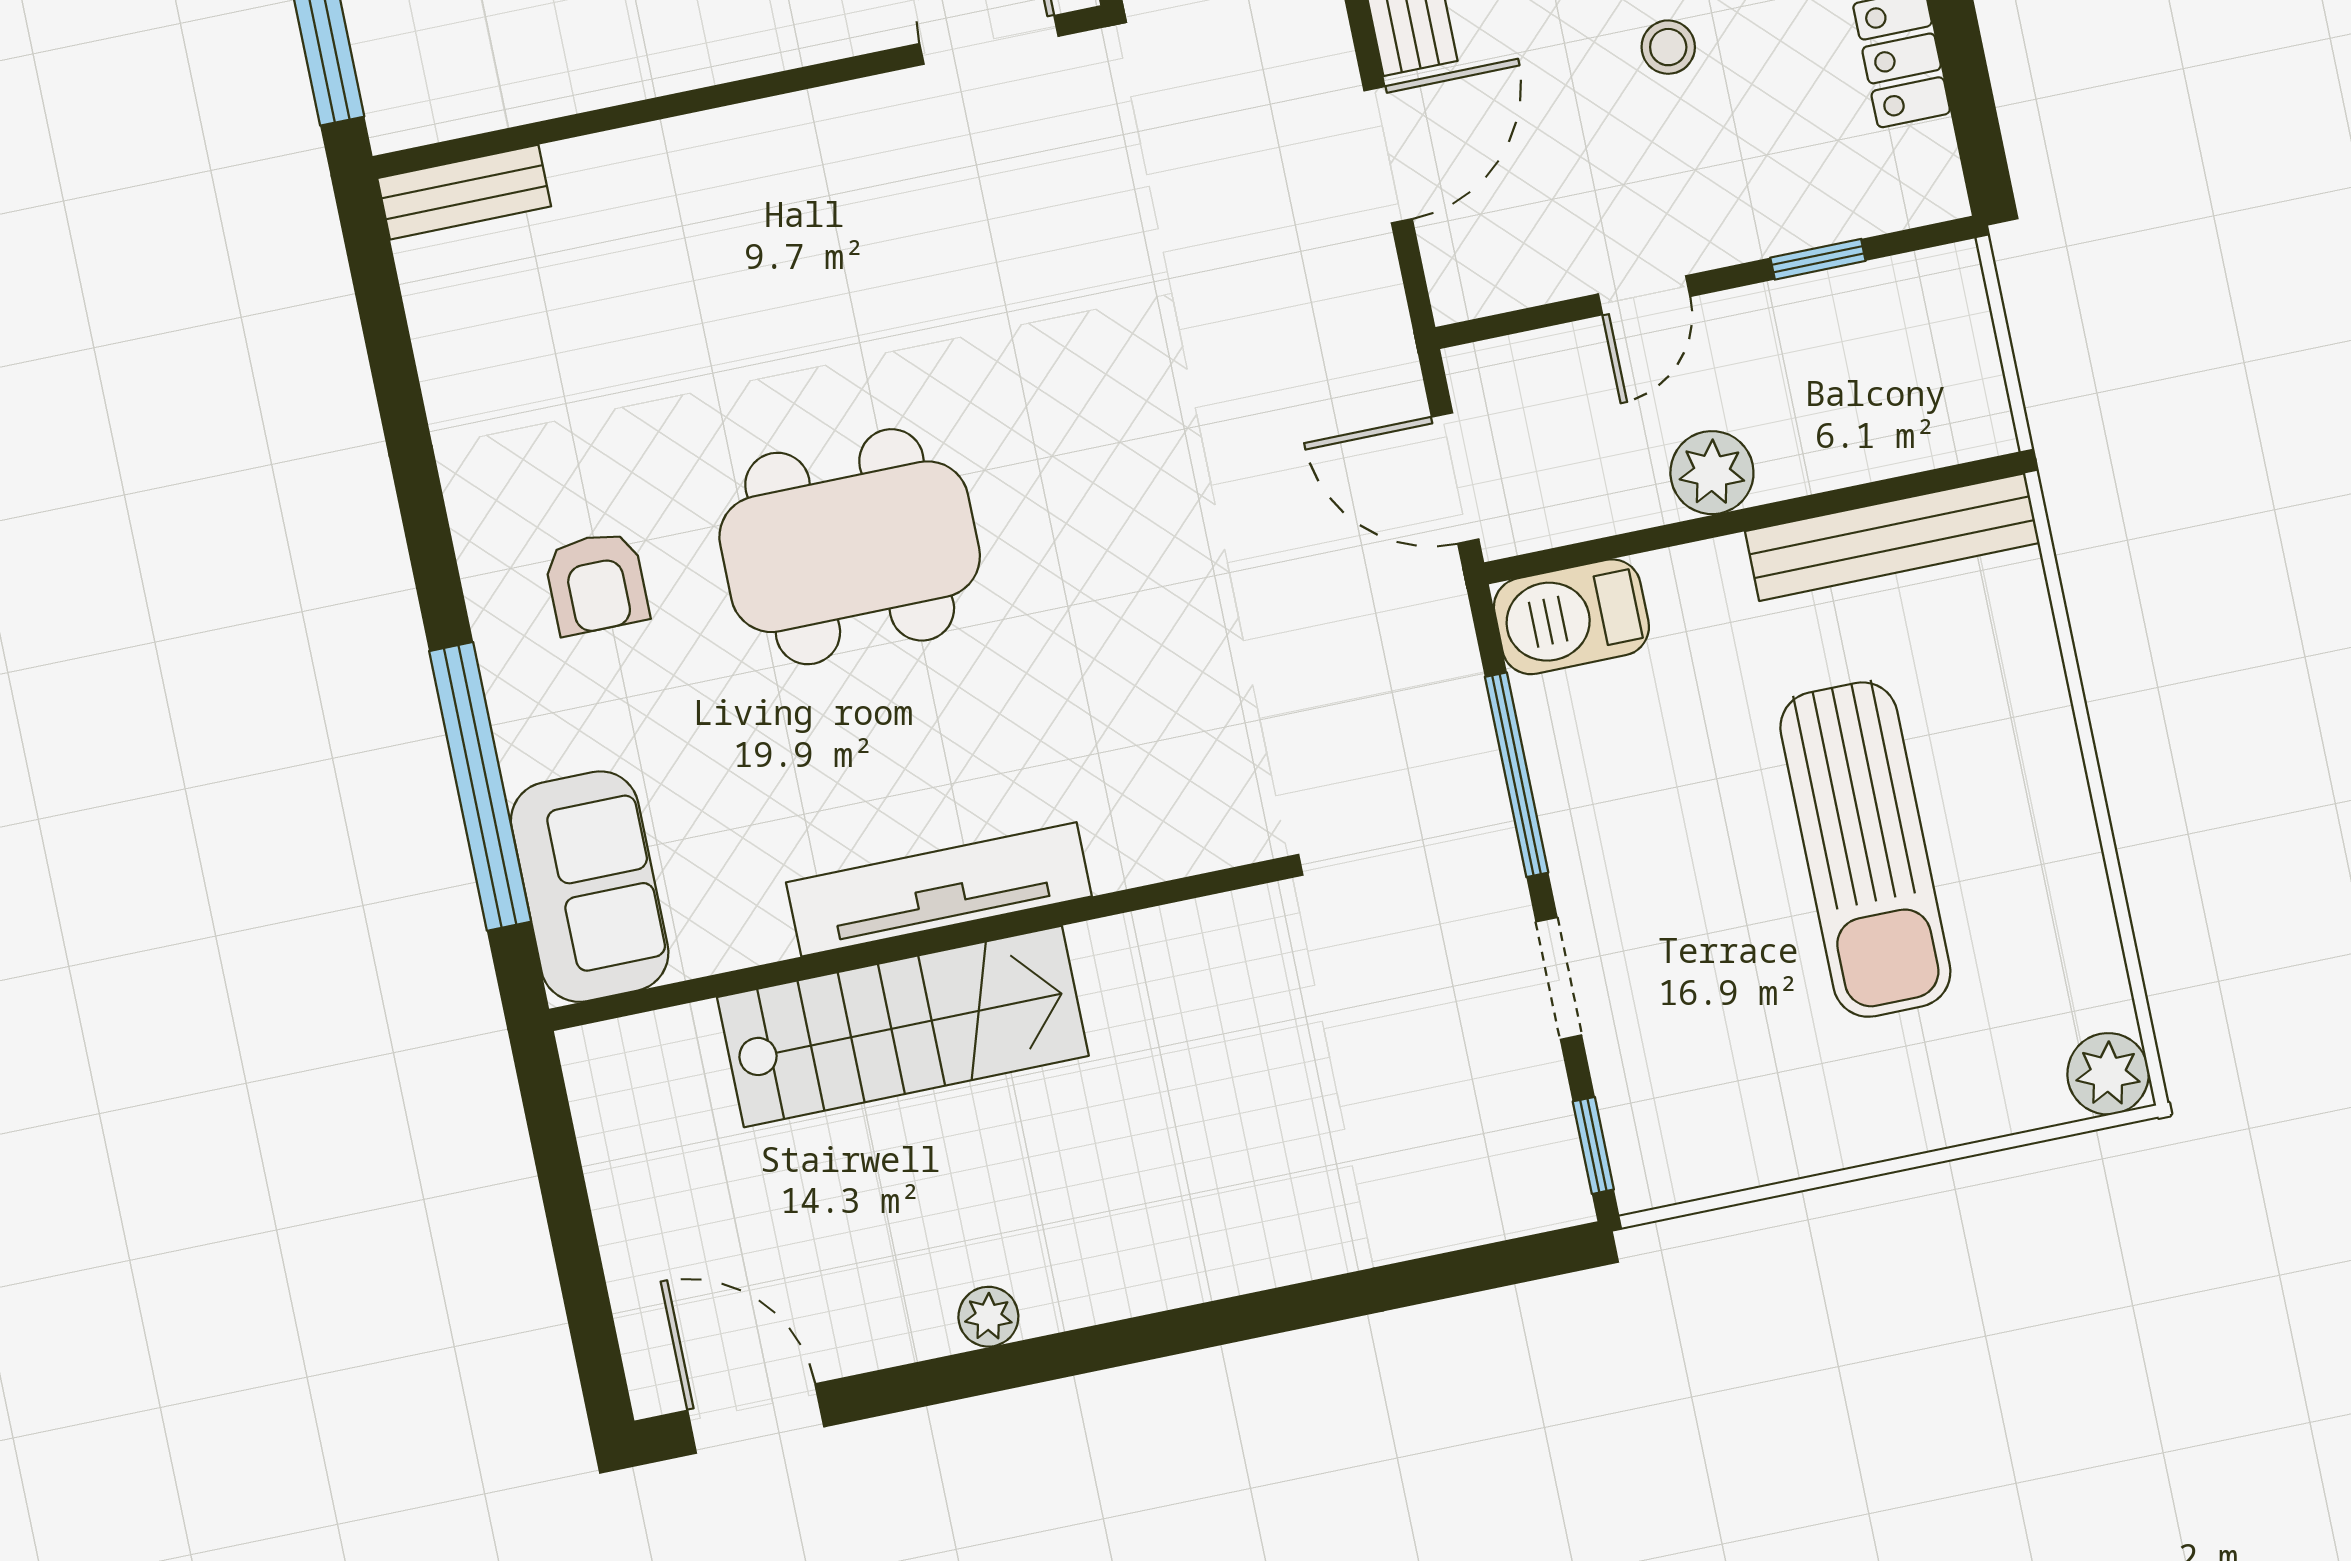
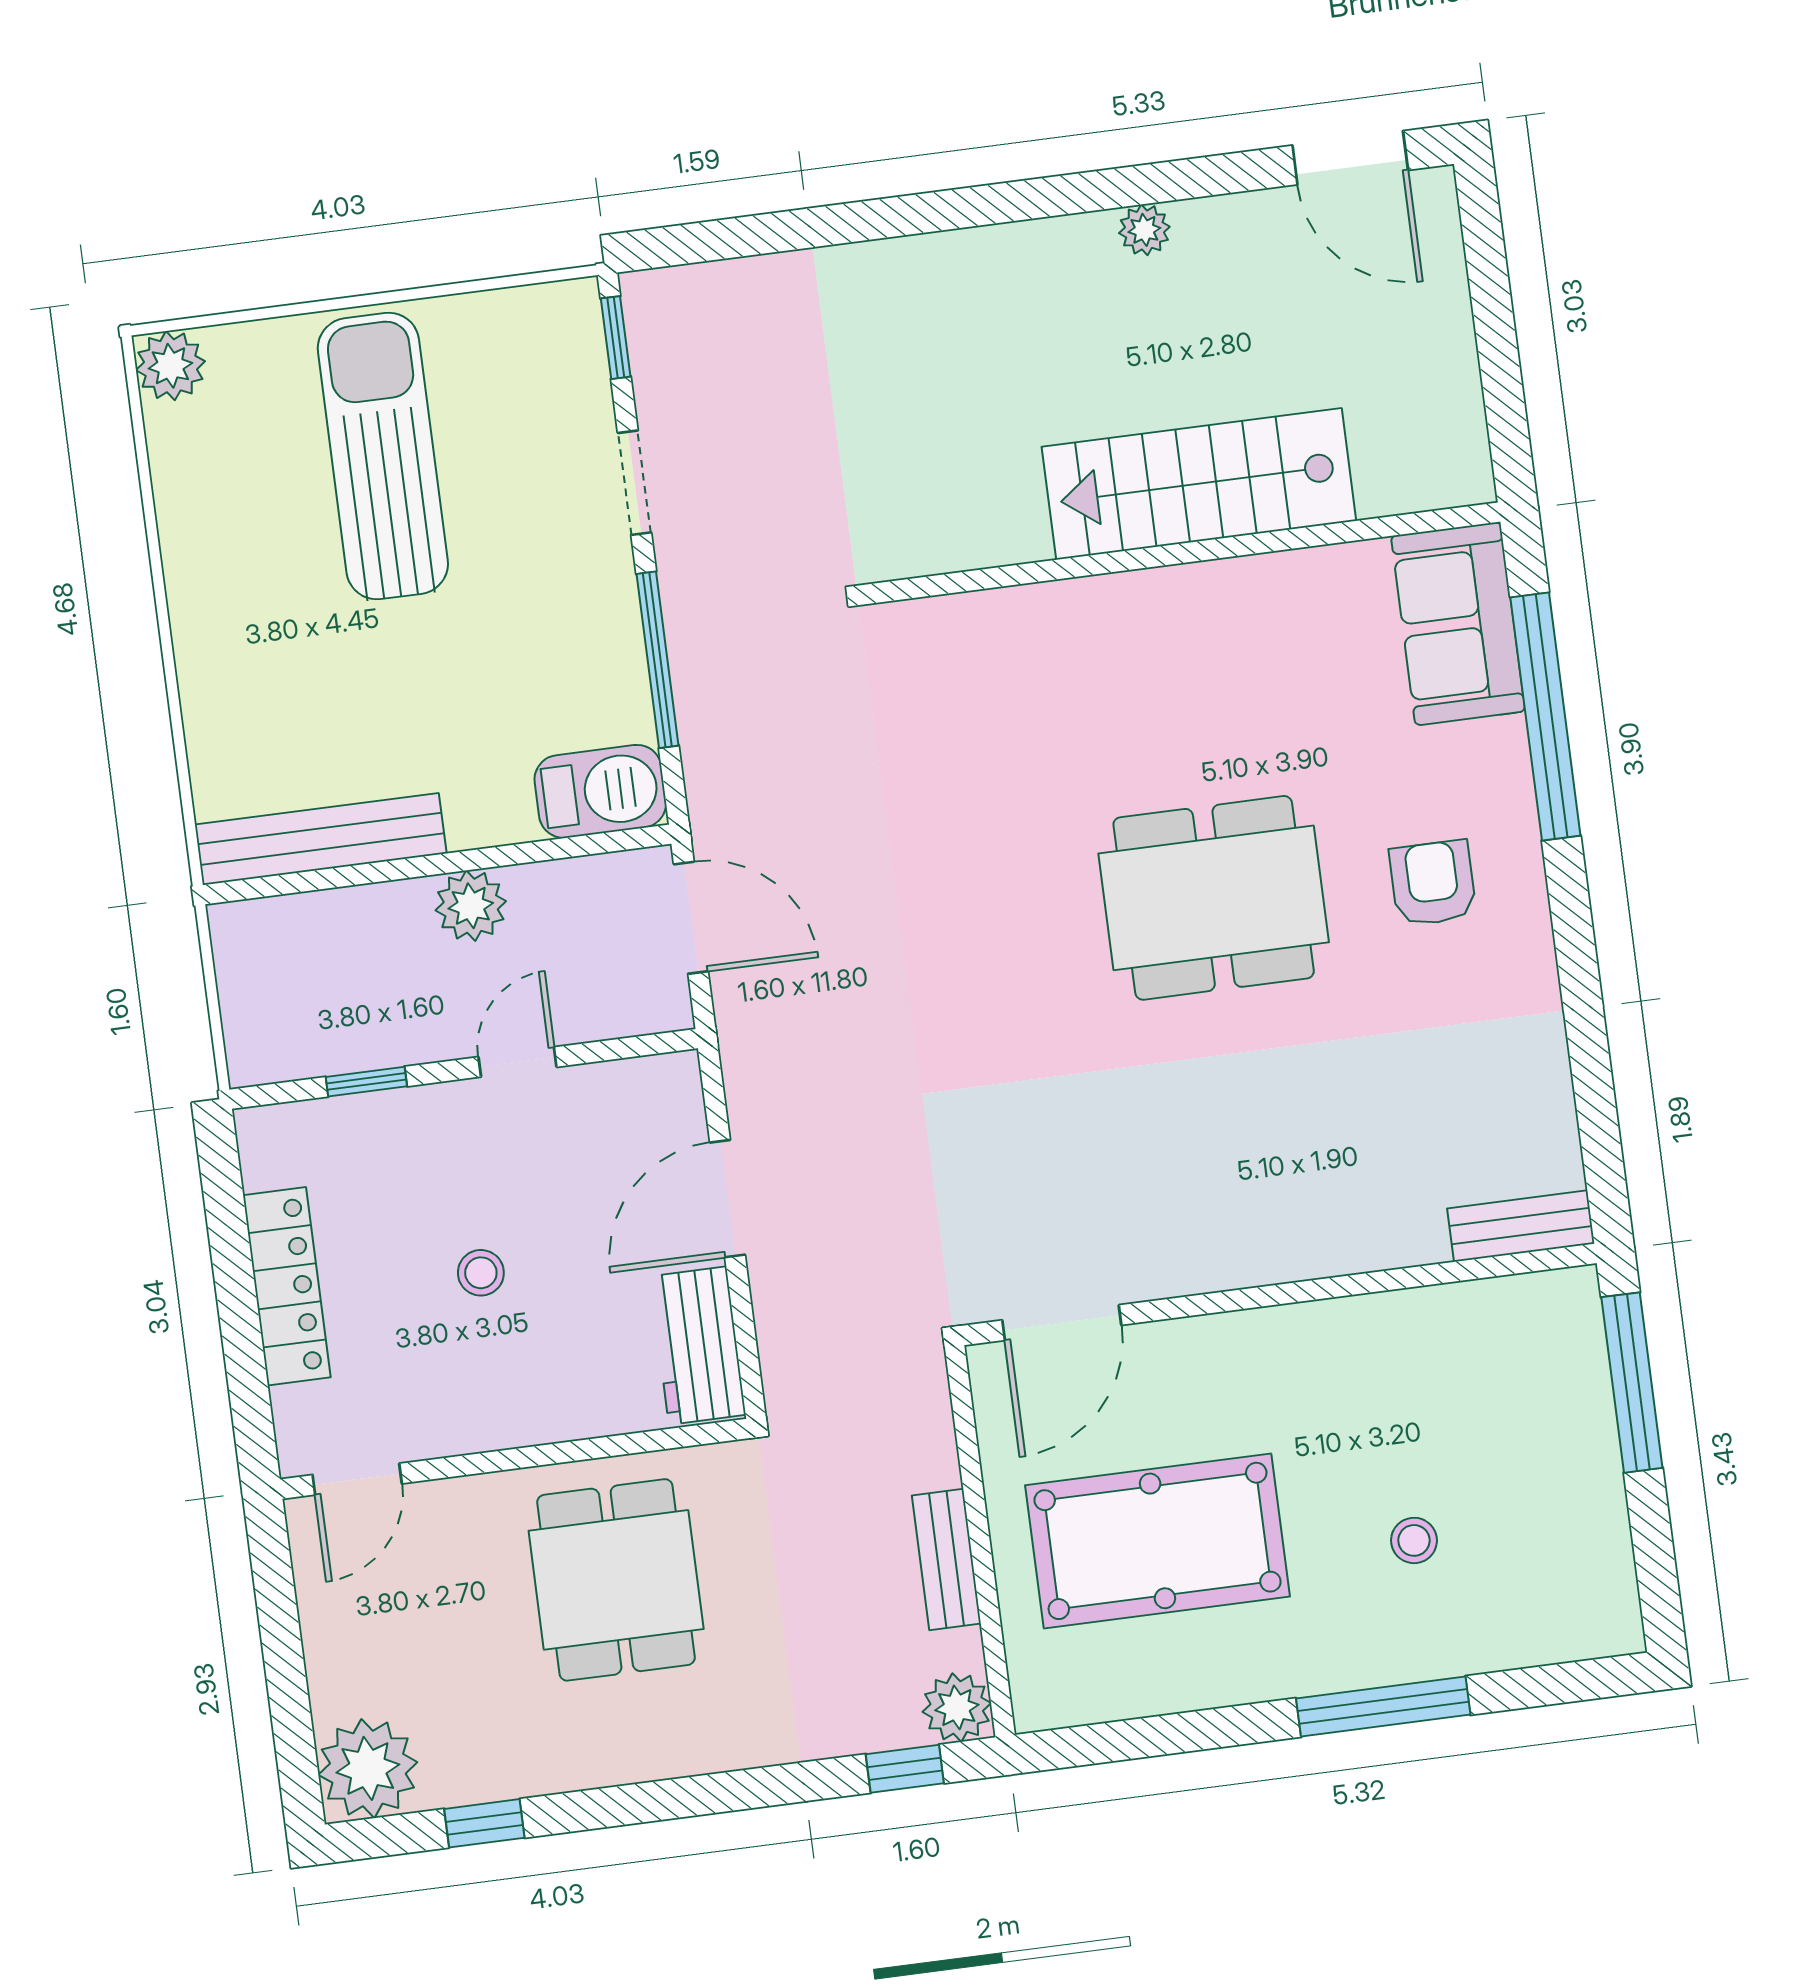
sun lounger: (1865, 850) -> (383, 456), moved
tv unit: (939, 889) -> (1159, 599), removed

